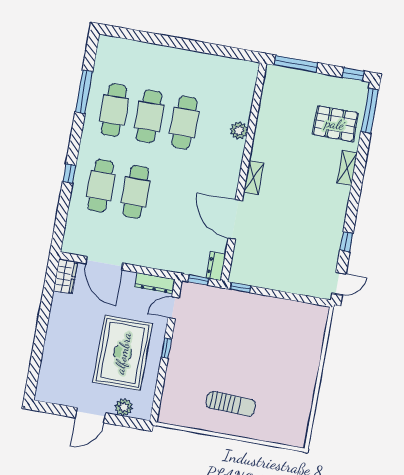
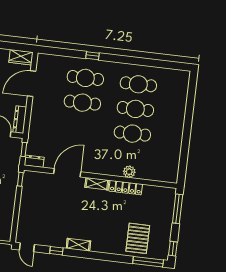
window: (84, 92) -> (150, 63), removed
locker: (261, 137) -> (126, 188), added
shelving: (347, 168) -> (78, 245), moved

